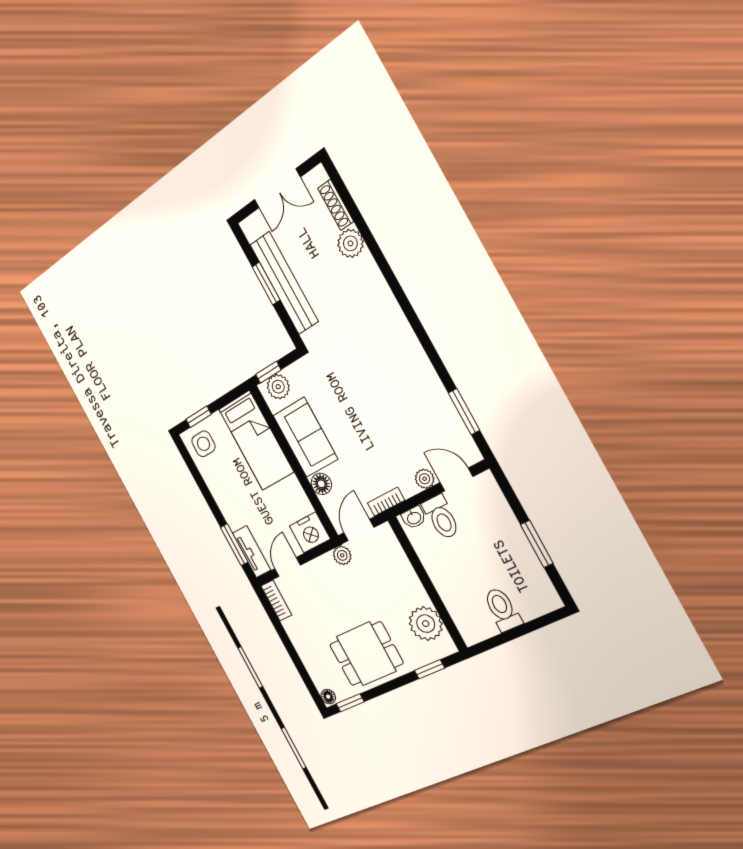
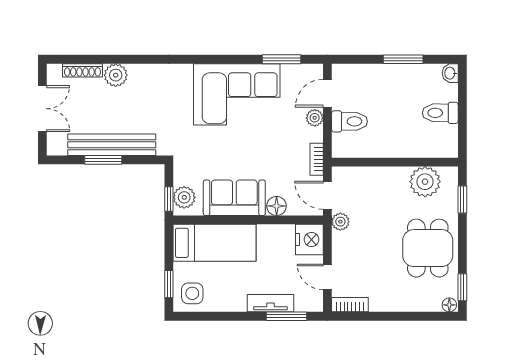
corner sofa: (403, 384) -> (237, 94), added
washbasin: (414, 518) -> (450, 73), moved, turned 180
tv unit: (252, 552) -> (271, 303), moved

